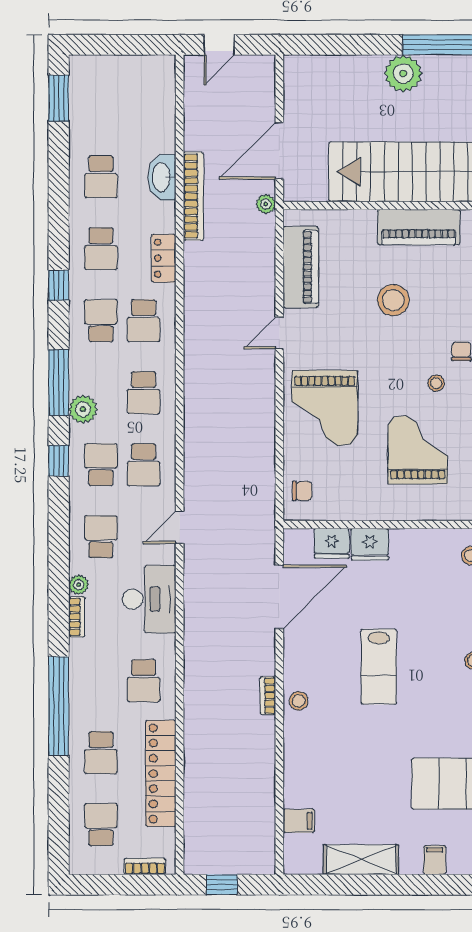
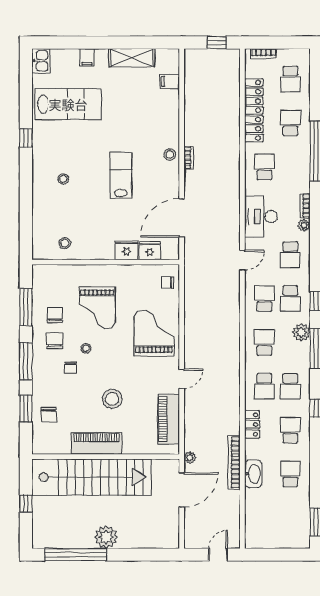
school desk: (144, 321) -> (264, 386), turned 180

